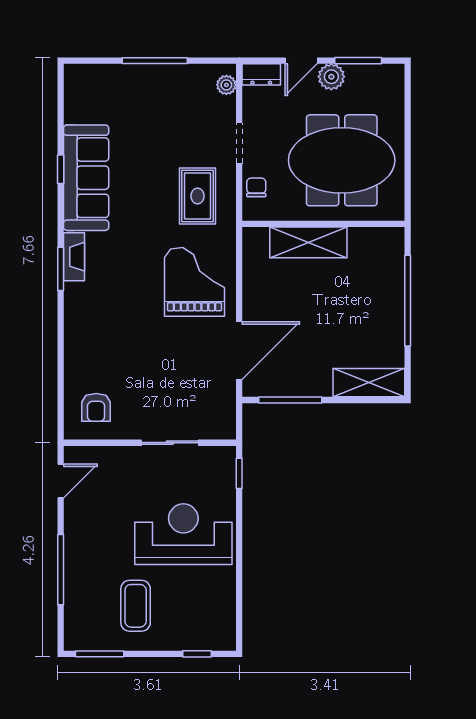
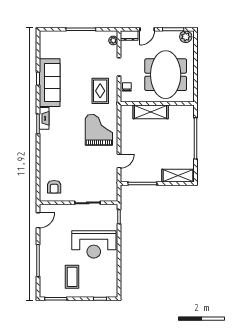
plant: (331, 77) -> (186, 37), moved
meeting table: (342, 160) -> (166, 75), turned 90
door: (239, 351) -> (119, 161), width x0.53
reception desk: (183, 534) -> (94, 244), turned 180

